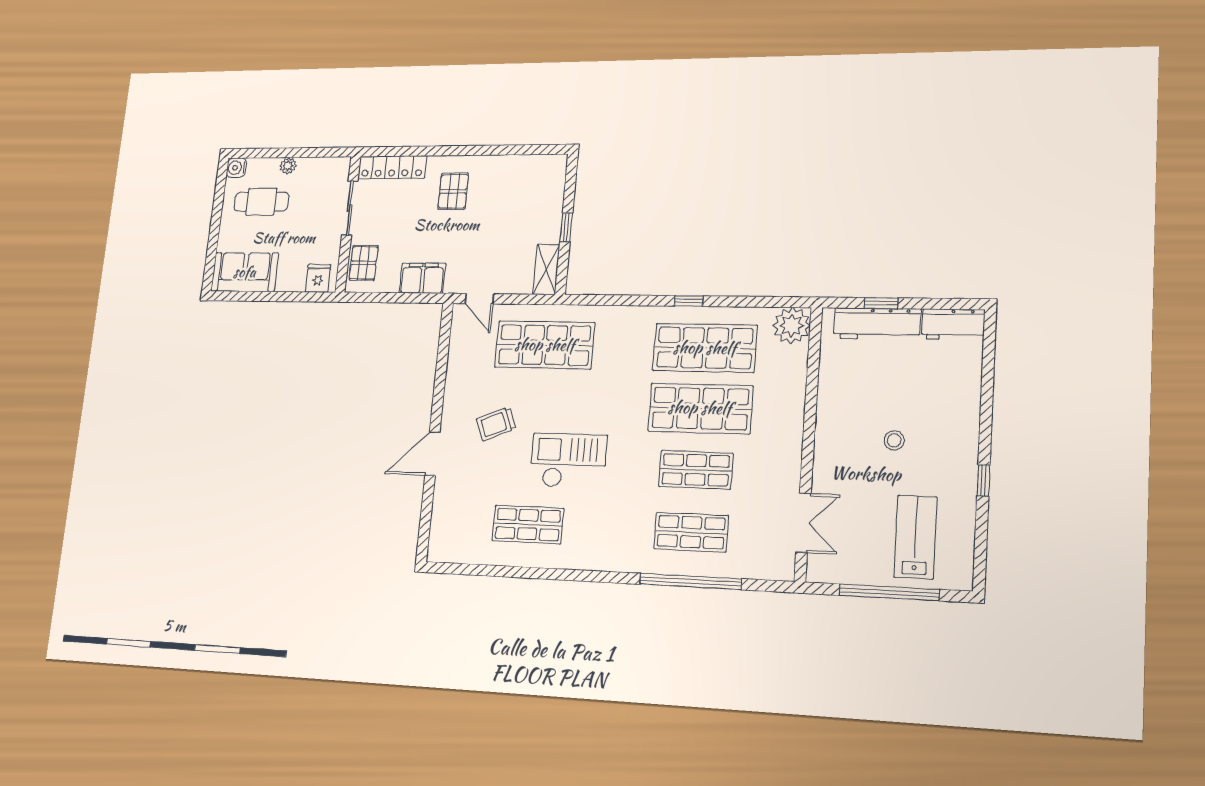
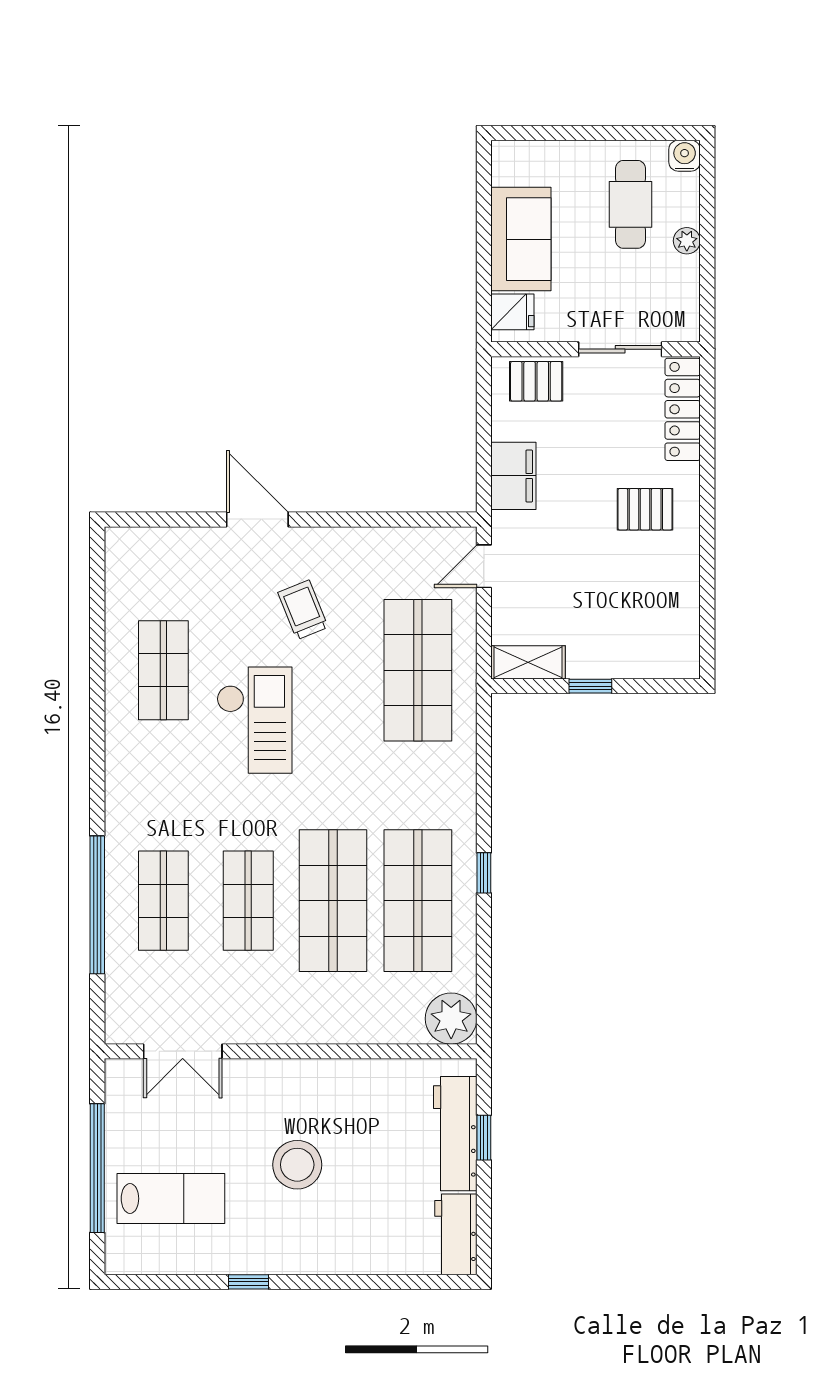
sofa: (245, 272) -> (521, 239), moved
stool: (894, 440) -> (297, 1165), width x1.89, depth x1.89

